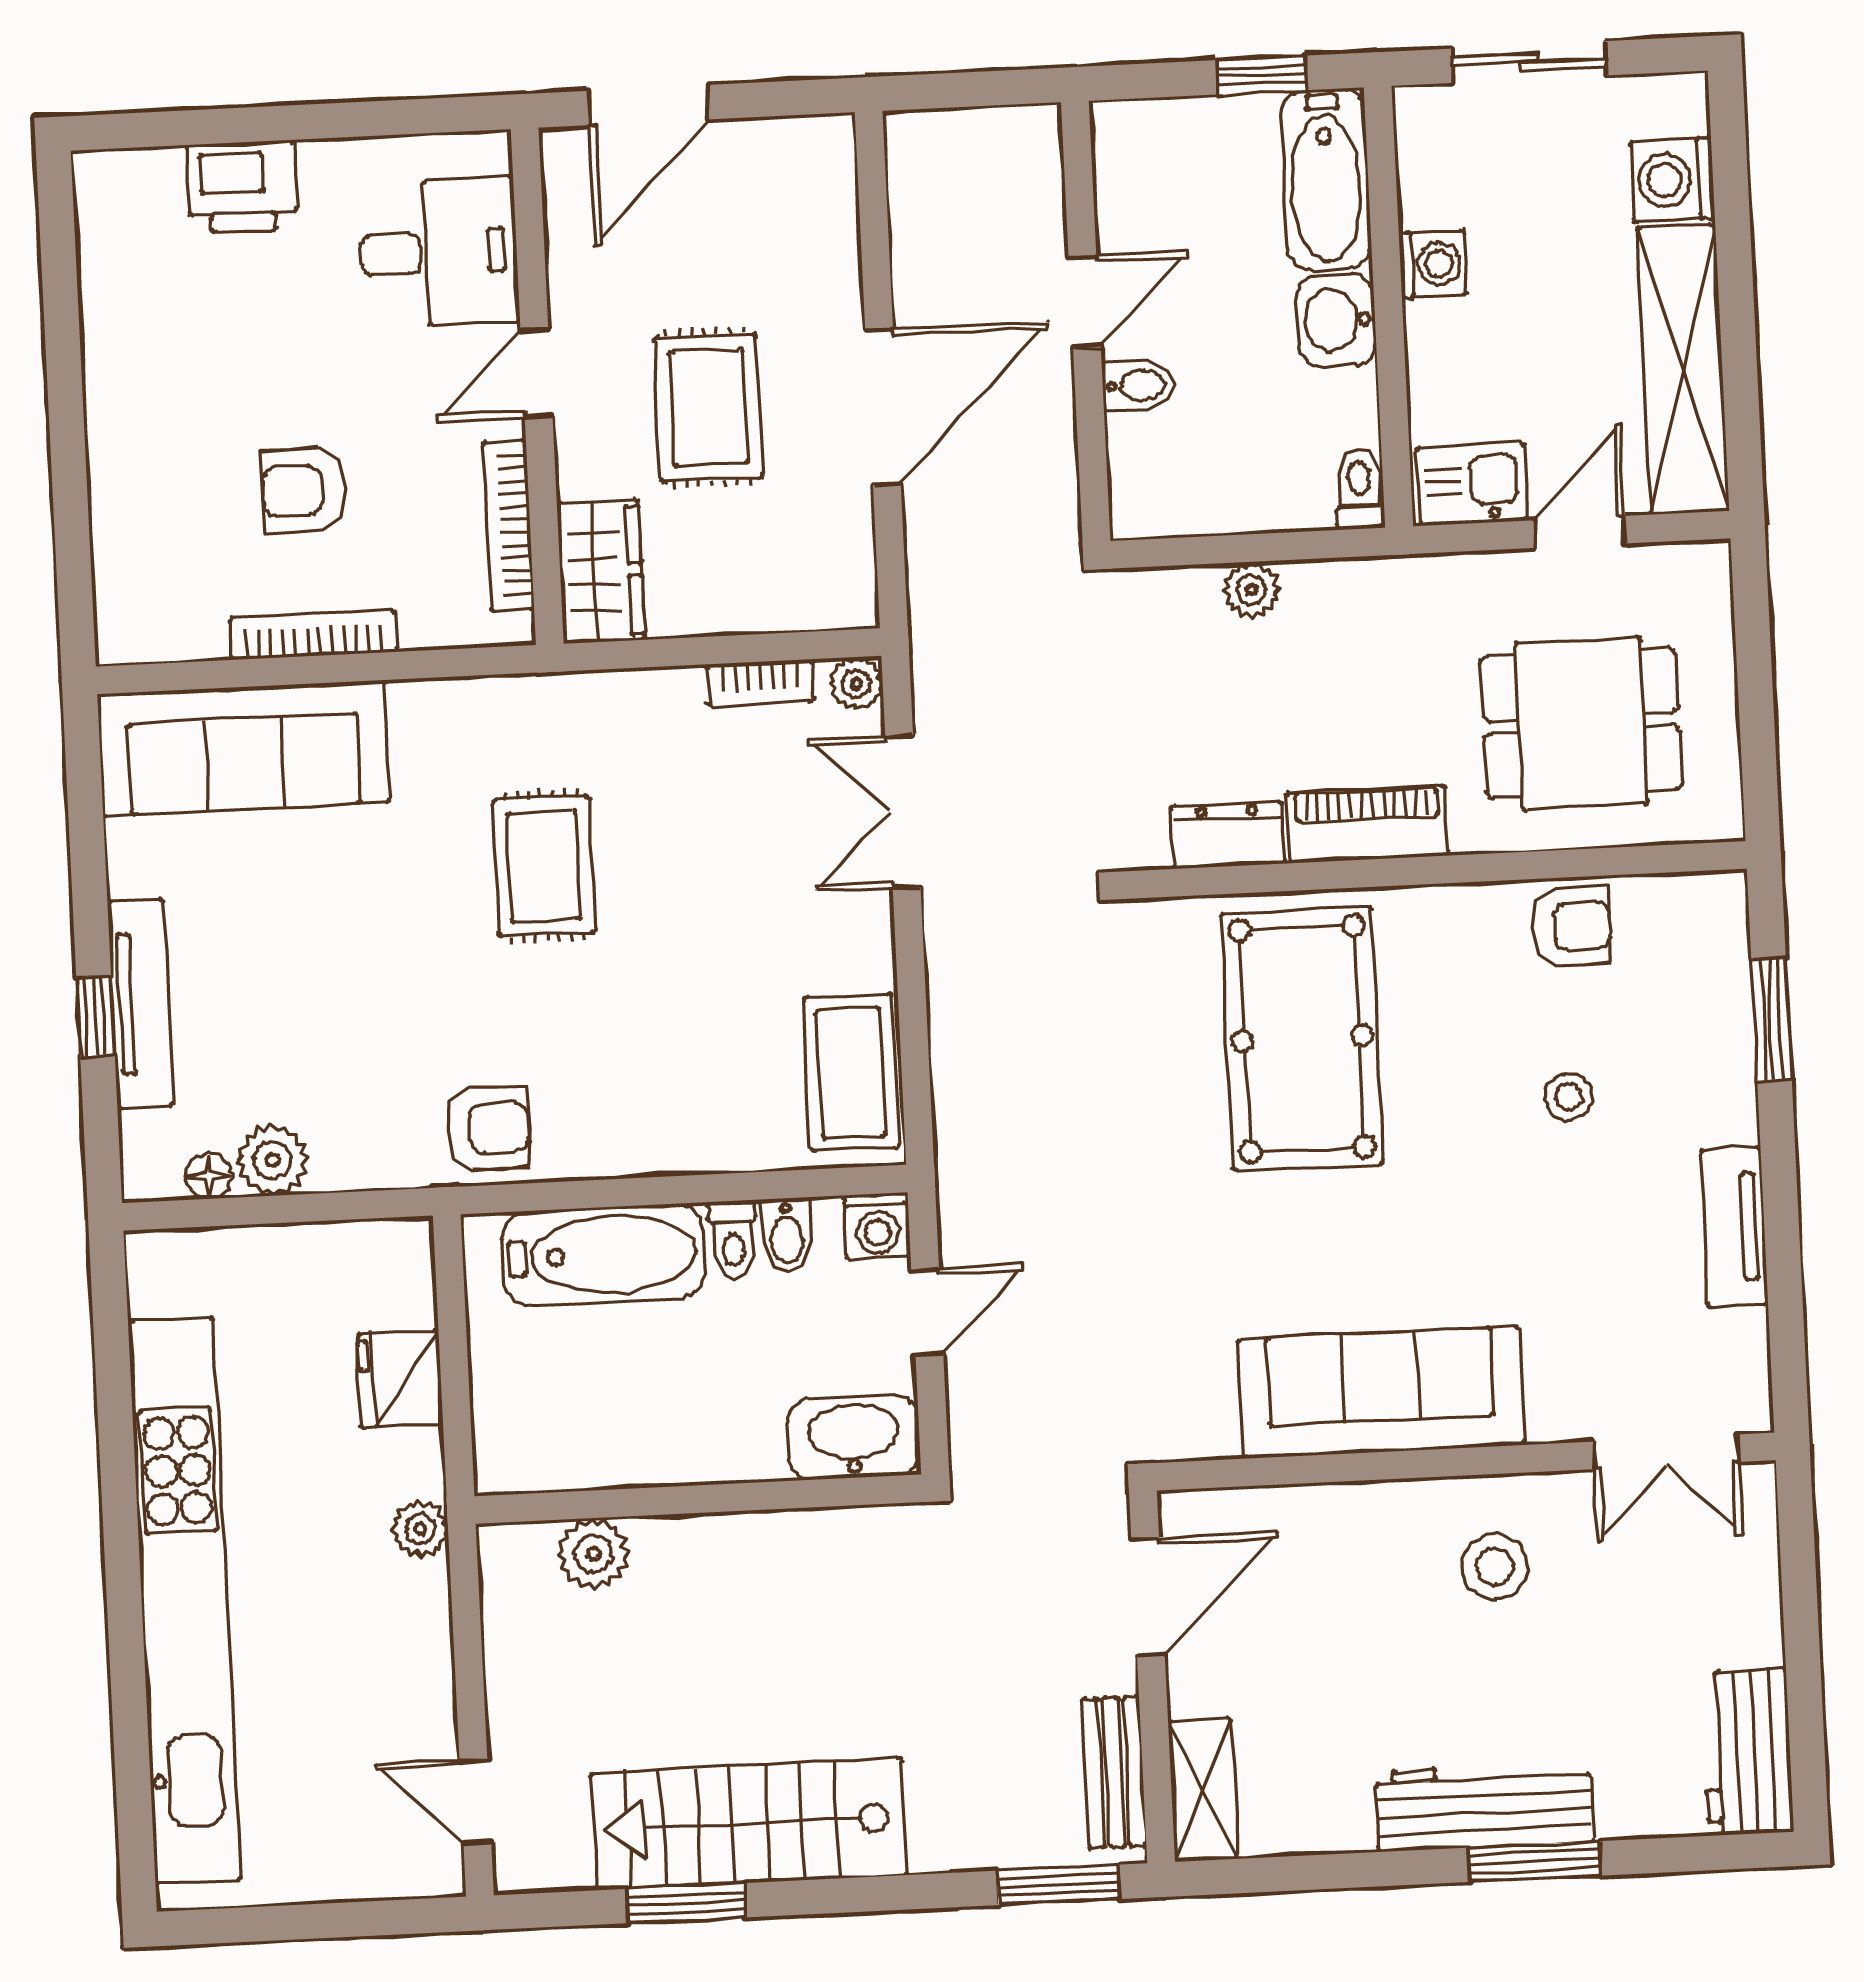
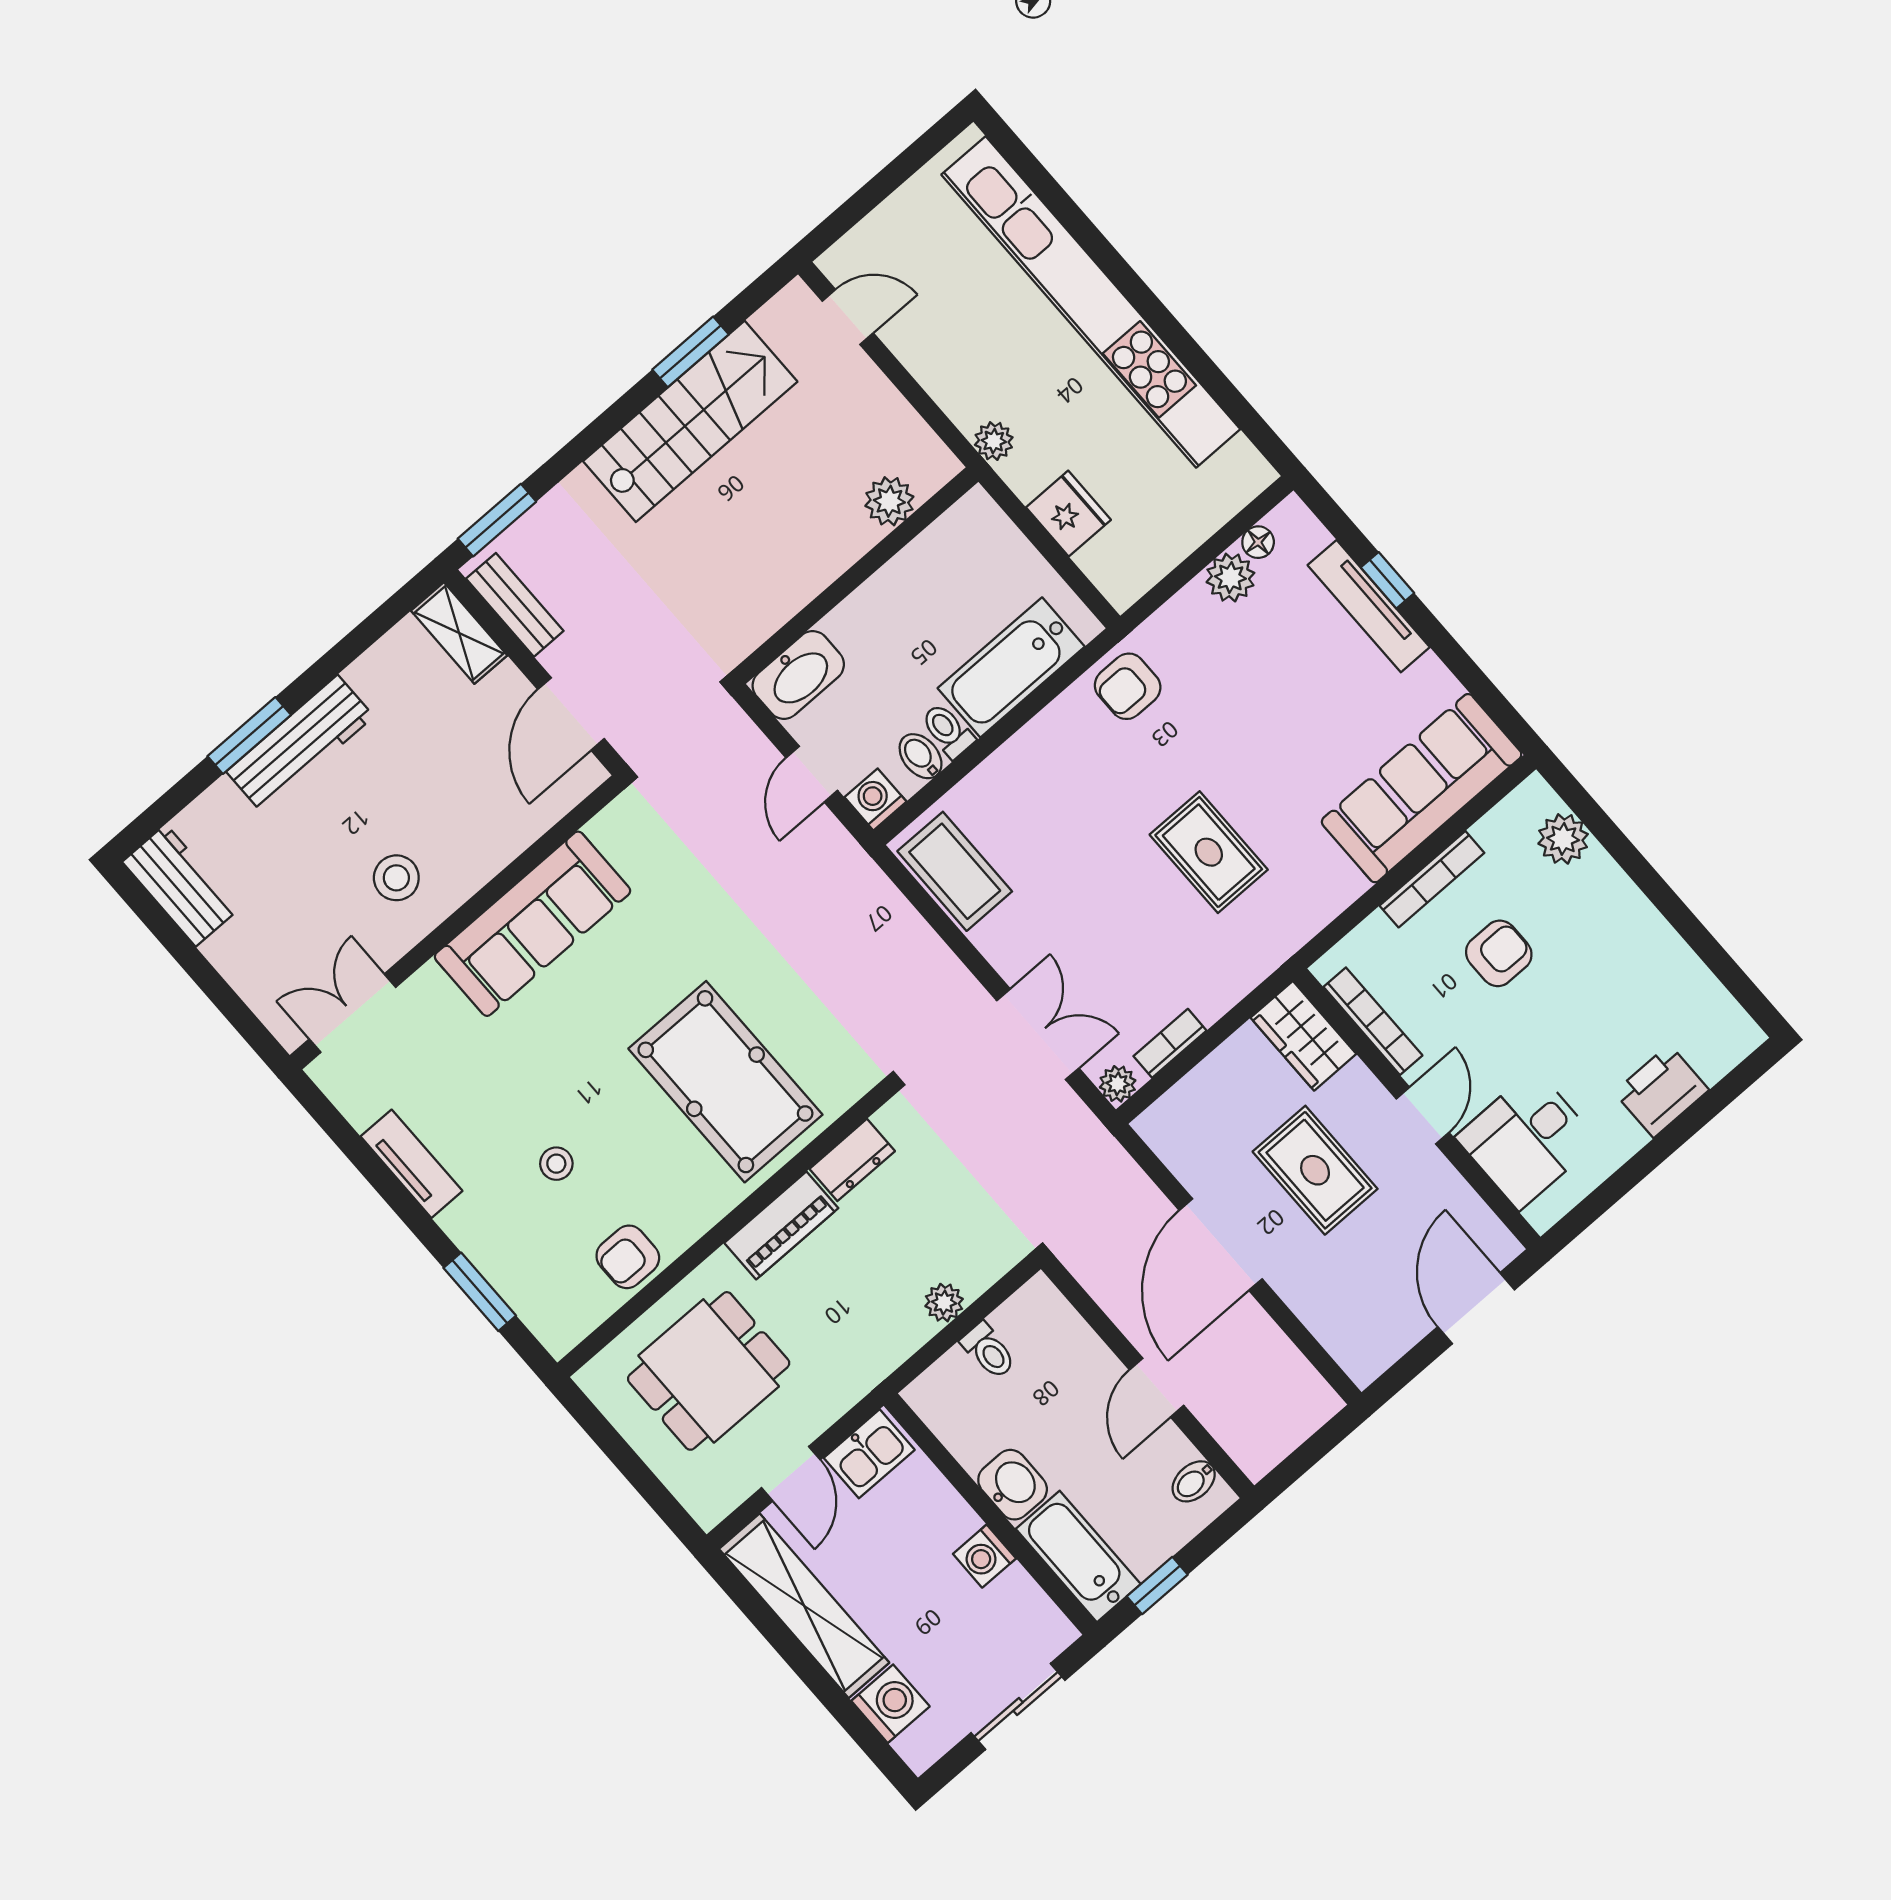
bidet: (1138, 385) -> (1194, 1481), moved
toilet: (1359, 489) -> (988, 1351), moved
plant: (128, 563) -> (1563, 839), added

